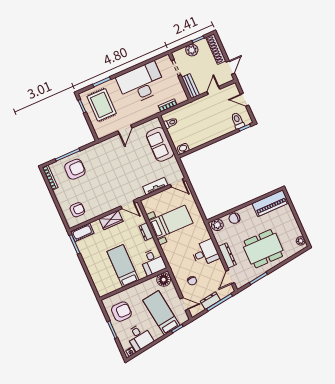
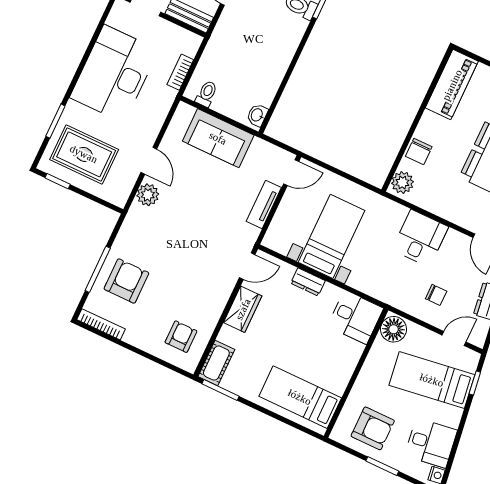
plant: (113, 143) -> (148, 195), added
dresser: (227, 256) -> (455, 214), removed
bed: (123, 266) -> (300, 397), moved
armchair: (121, 312) -> (373, 428), turned 90

